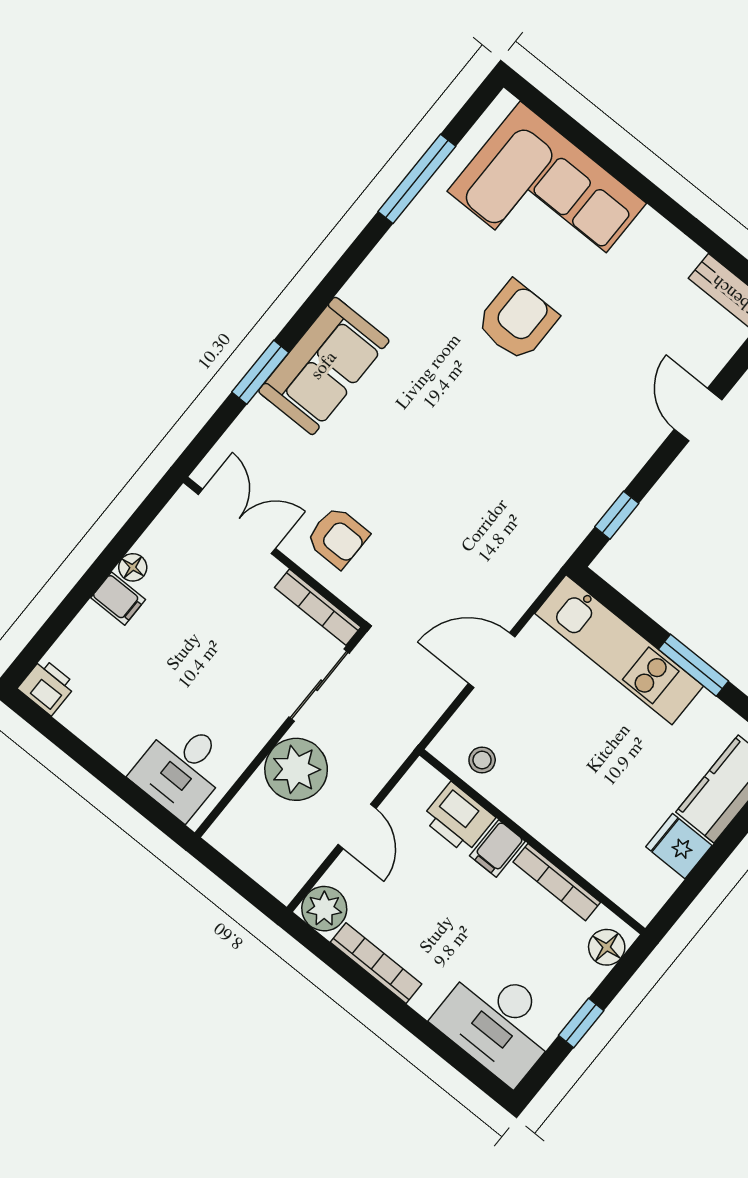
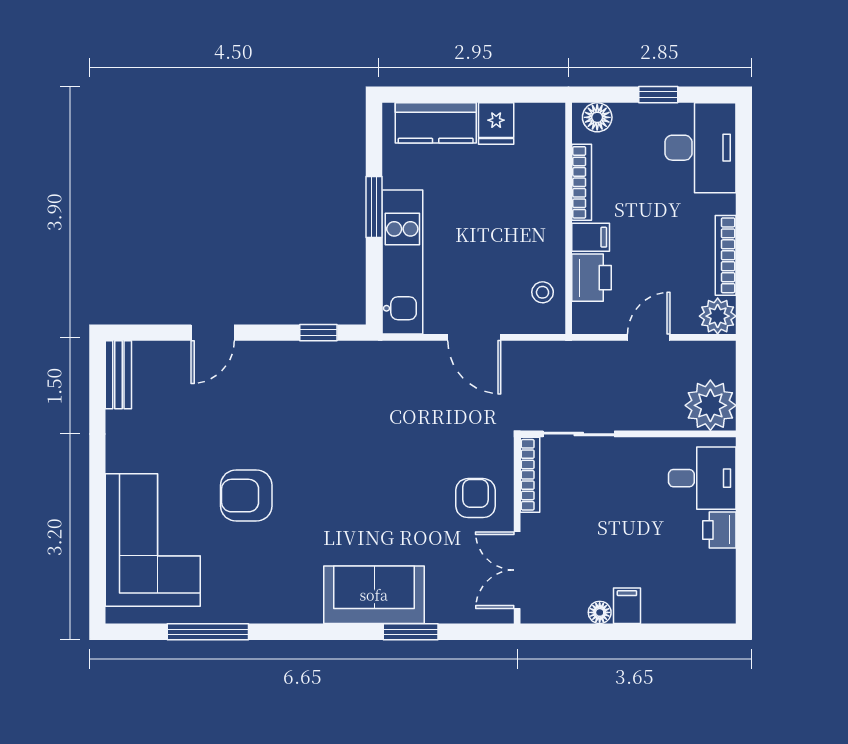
printer: (47, 687) -> (719, 530), moved
plant: (296, 769) -> (710, 405), moved

